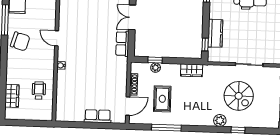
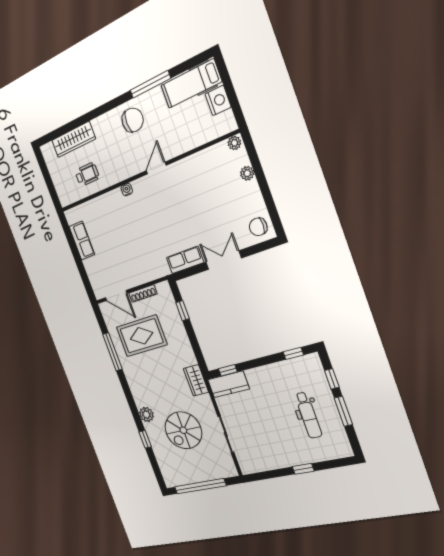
kitchen counter: (215, 33) -> (228, 384), moved
chair: (20, 41) -> (133, 120), turned -107
plant: (156, 68) -> (174, 315), removed
wardrobe: (192, 70) -> (196, 380), moved
wardrobe: (12, 96) -> (73, 140), width x1.50
rug: (162, 99) -> (142, 336), width x1.36, depth x1.43
row of seats: (98, 116) -> (82, 241), moved

